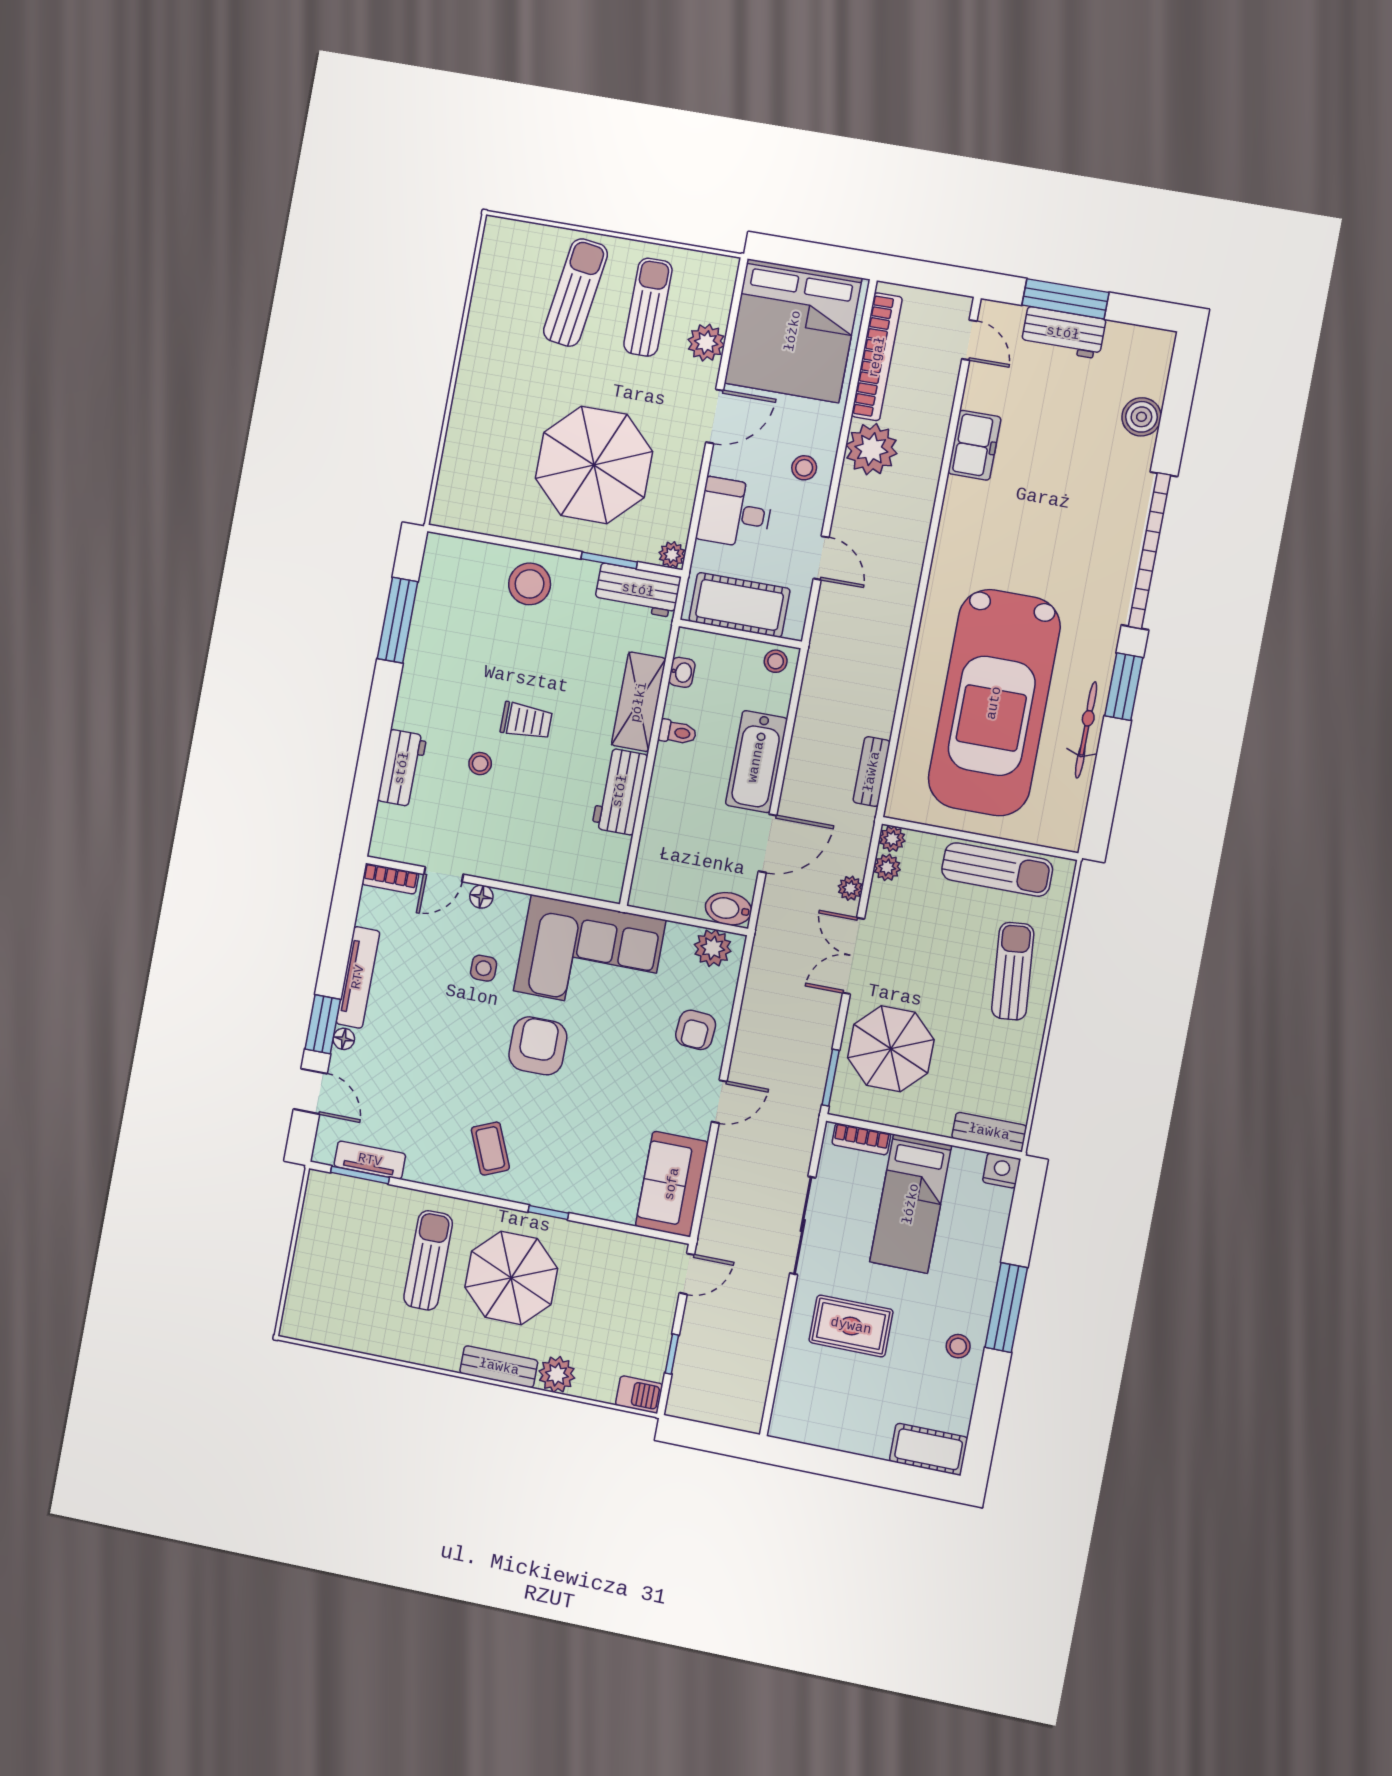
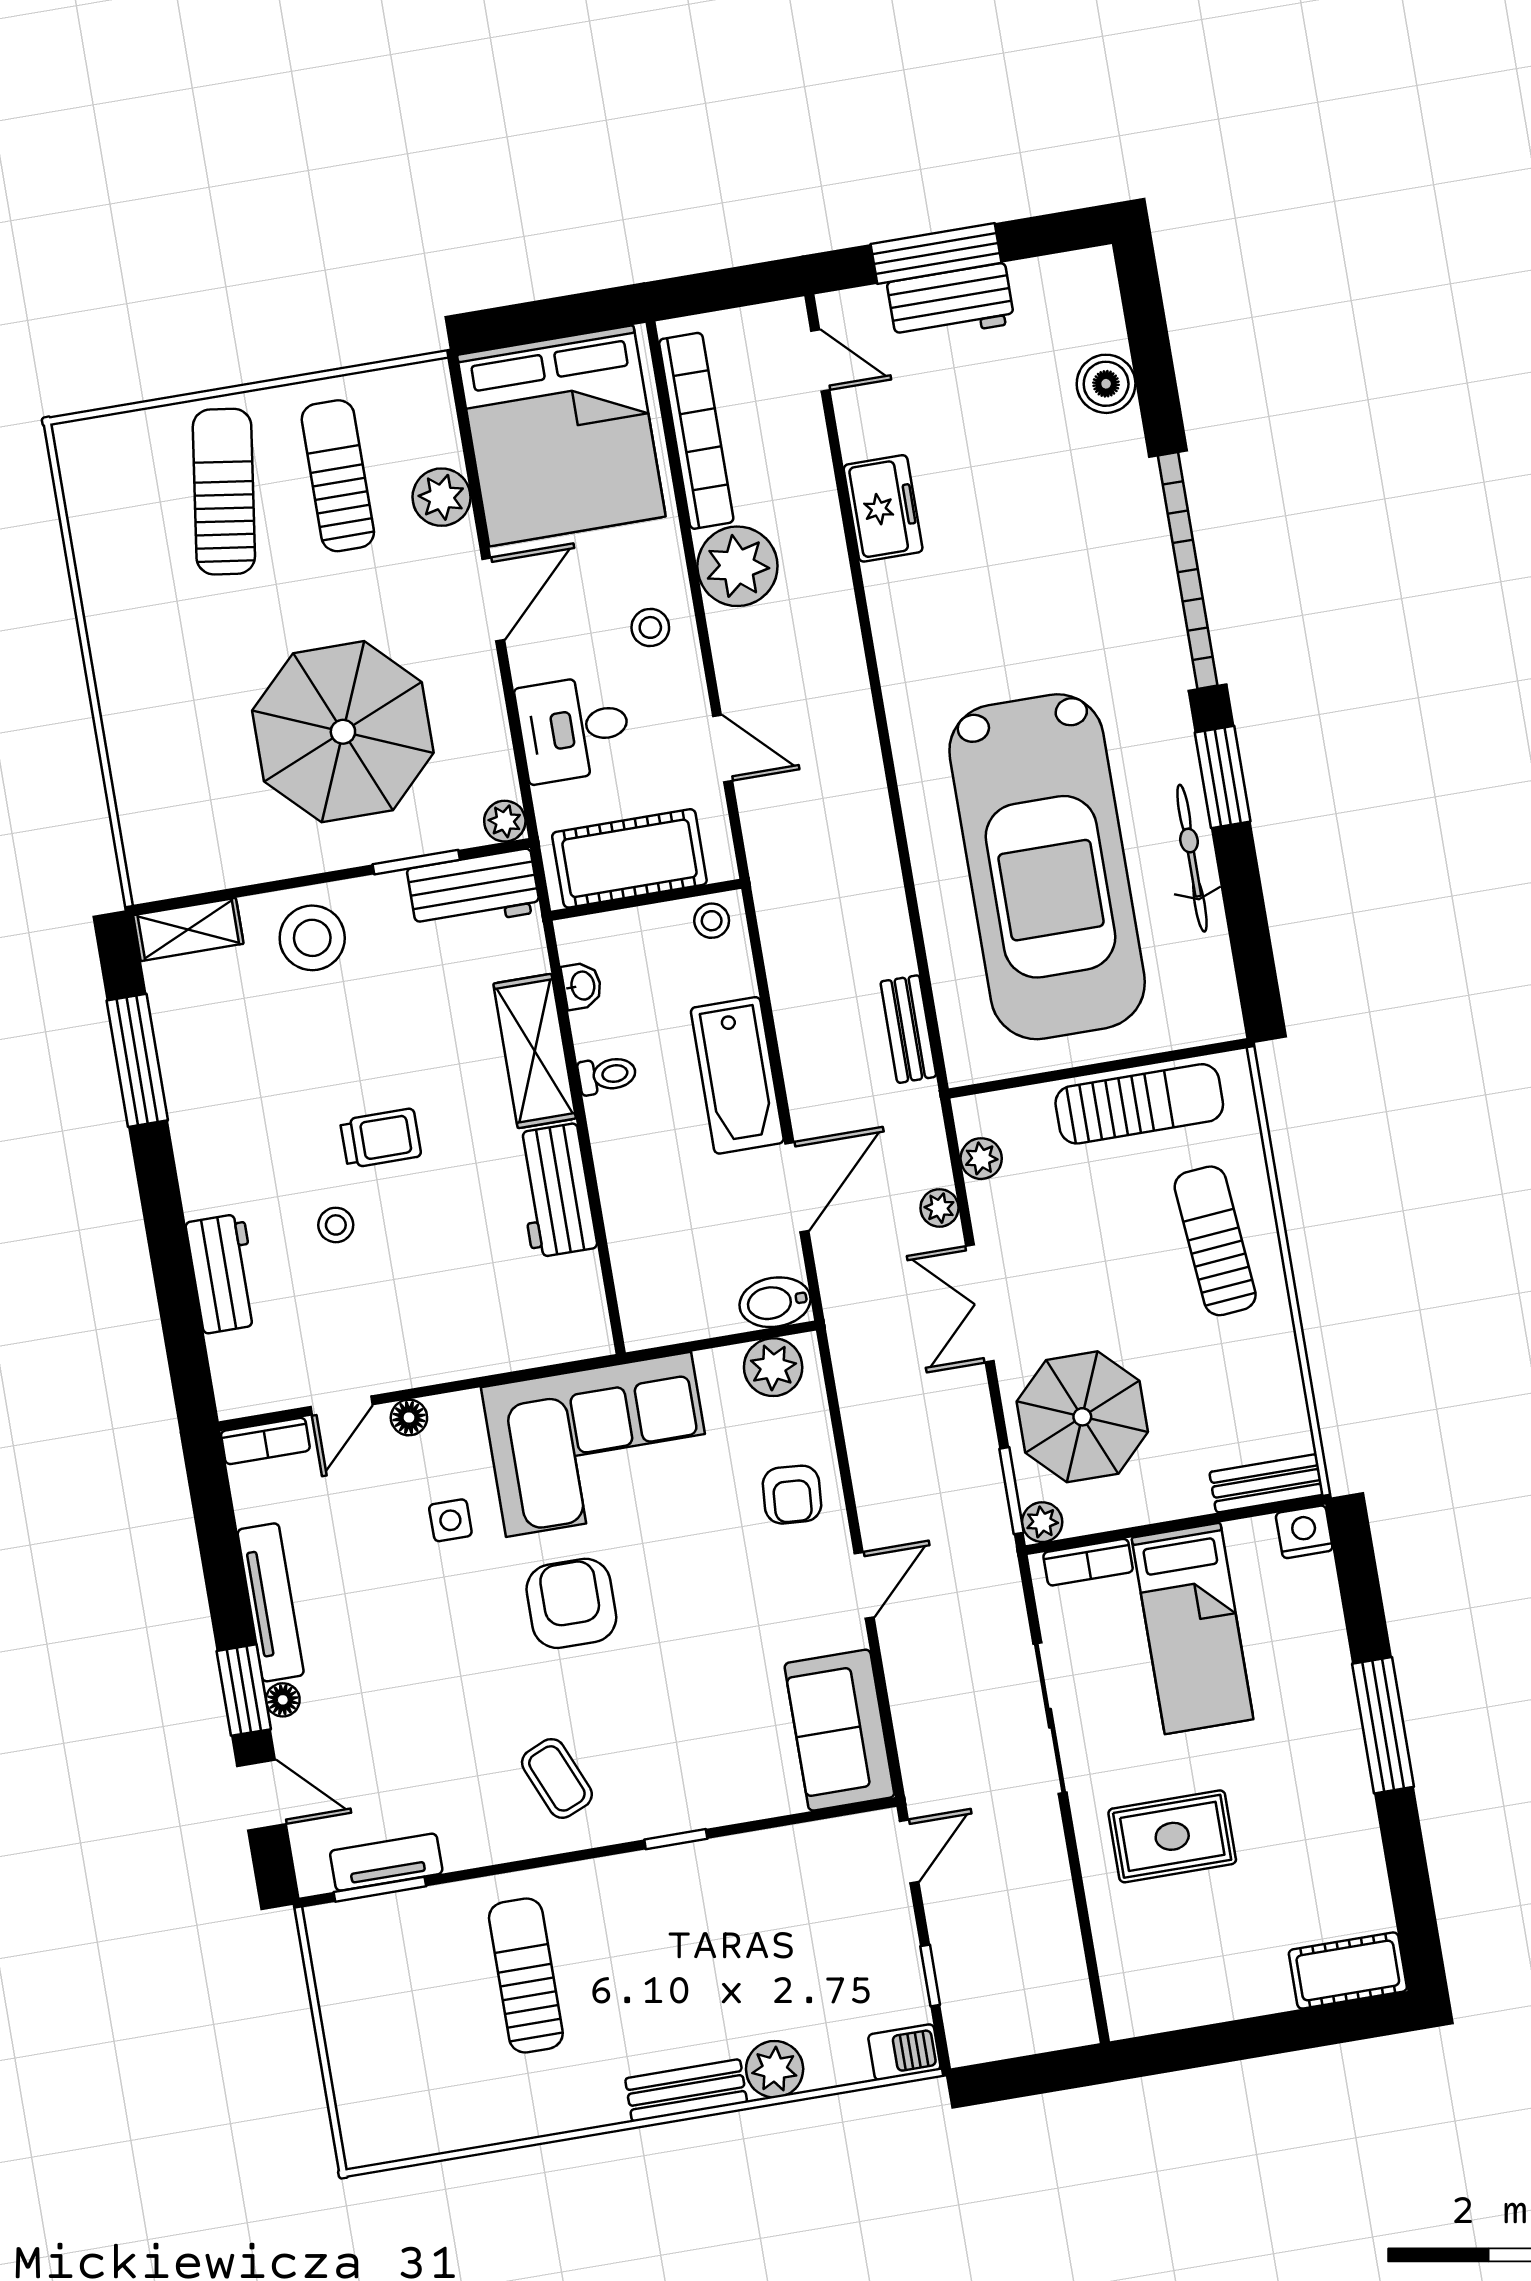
shelving: (457, 552) -> (188, 929), added
plant: (892, 839) -> (1042, 1522), moved
parasol: (511, 1278) -> (657, 1955), removed
stool: (958, 1346) -> (1335, 1807), removed

